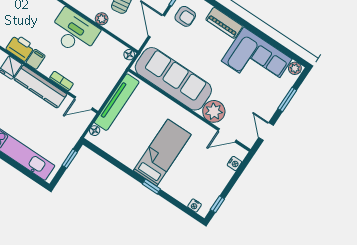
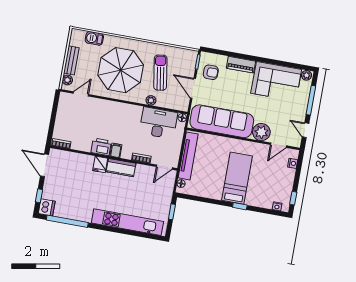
desk: (74, 32) -> (158, 123), moved
kitchen counter: (40, 87) -> (121, 168), width x0.67
window: (287, 99) -> (311, 100), width x1.44

